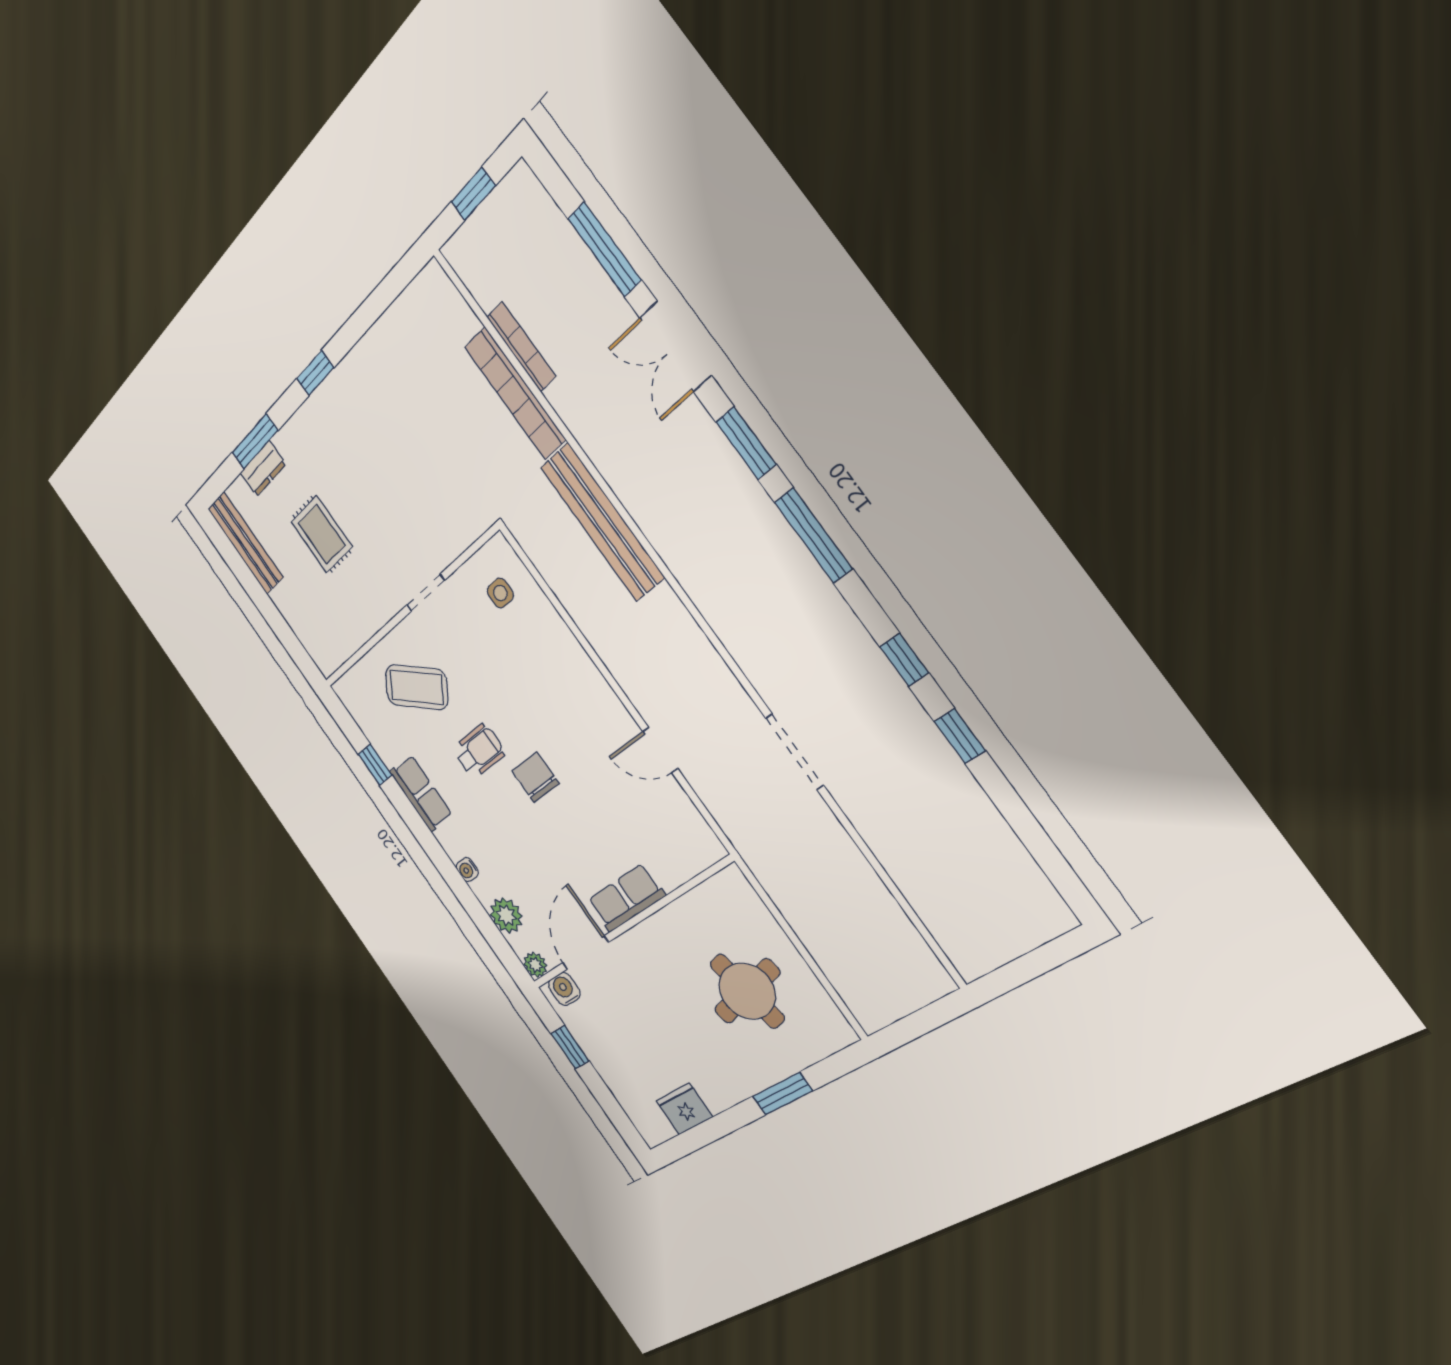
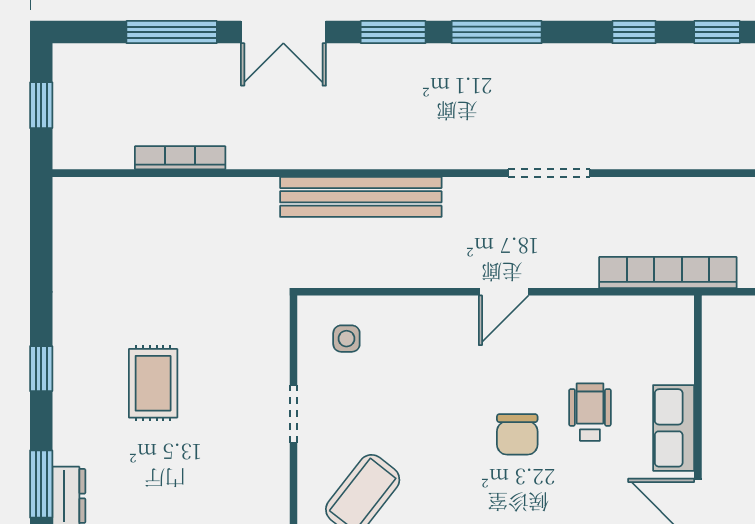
bookcase: (515, 393) -> (668, 272), moved, turned 180
rug: (322, 534) -> (153, 383), moved, turned 90
door: (660, 750) -> (504, 292), moved
wheelchair: (479, 751) -> (590, 412), moved
doorway: (795, 752) -> (549, 173), moved
chair: (535, 777) -> (517, 434), turned -90

